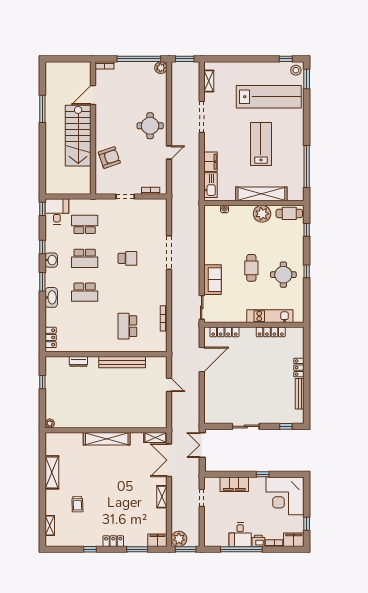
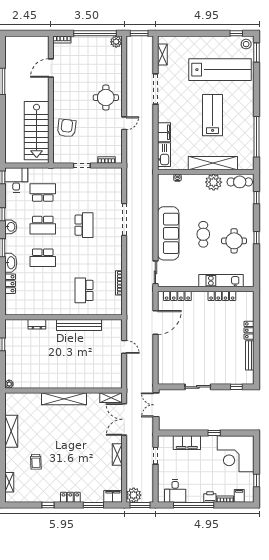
stairs: (78, 136) -> (37, 131), moved
armchair: (109, 157) -> (67, 128), turned -64
school desk: (127, 258) -> (84, 225), width x1.85
sofa: (213, 280) -> (168, 233), width x1.85, depth x1.27
locker: (51, 337) -> (10, 284), moved
desk: (240, 535) -> (175, 491), moved
filing cabinet: (294, 540) -> (239, 496), width x0.50

